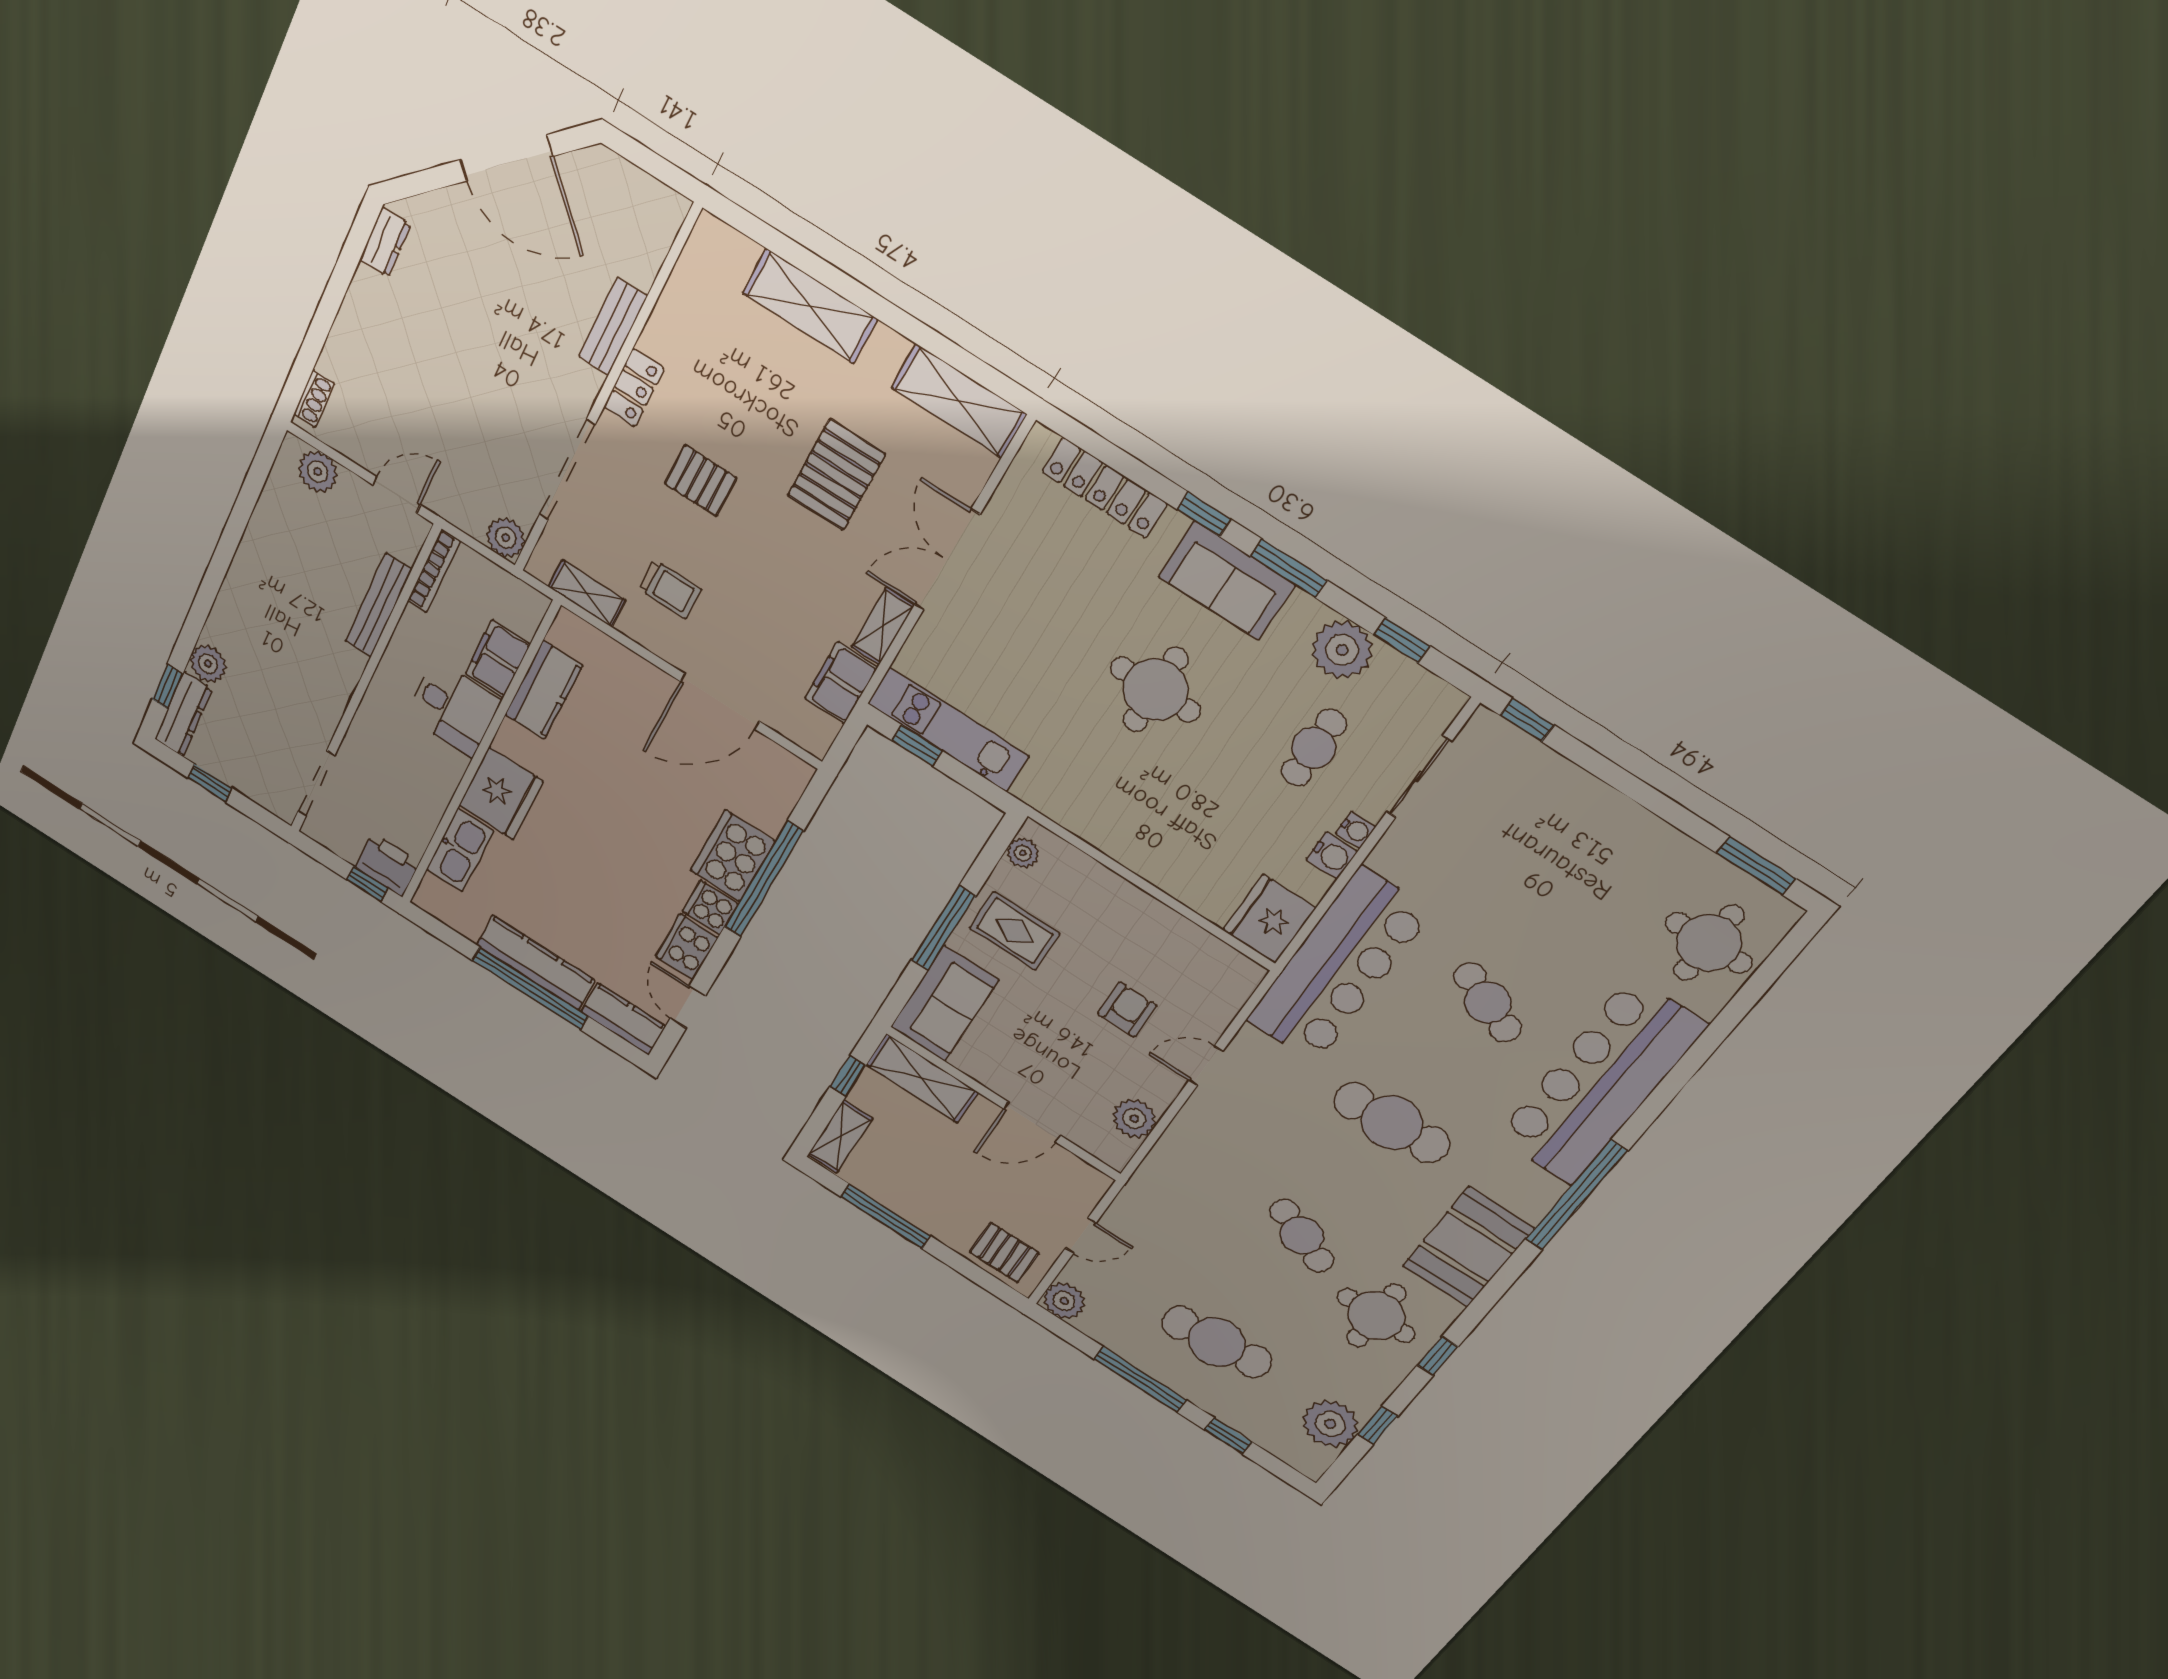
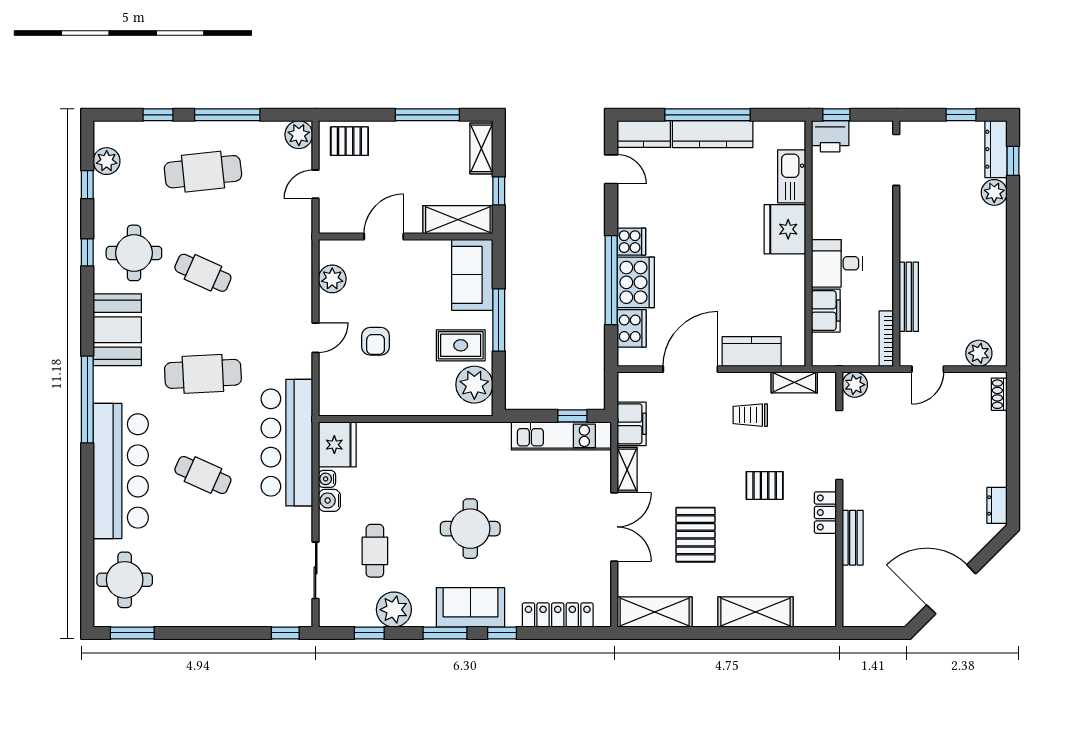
kitchen counter: (544, 690) -> (752, 352), moved, turned 90
water cooler: (1356, 830) -> (327, 479), moved
plant: (1023, 853) -> (474, 385), width x1.88, depth x1.88
cooker: (687, 947) -> (632, 328), moved
plant: (1330, 1424) -> (107, 161), width x0.73, depth x0.73

